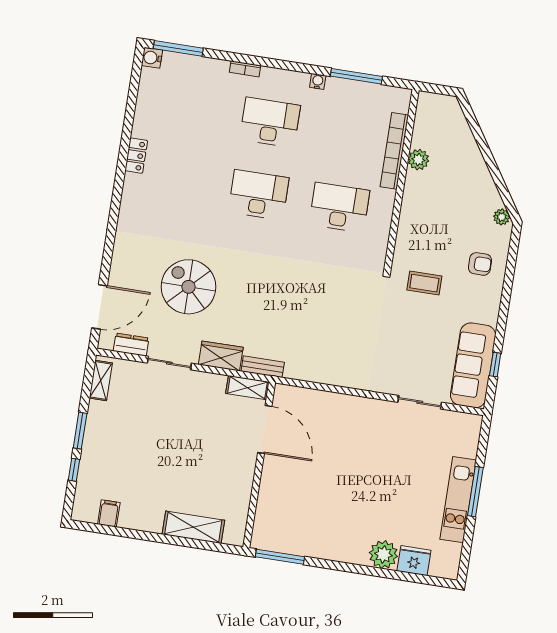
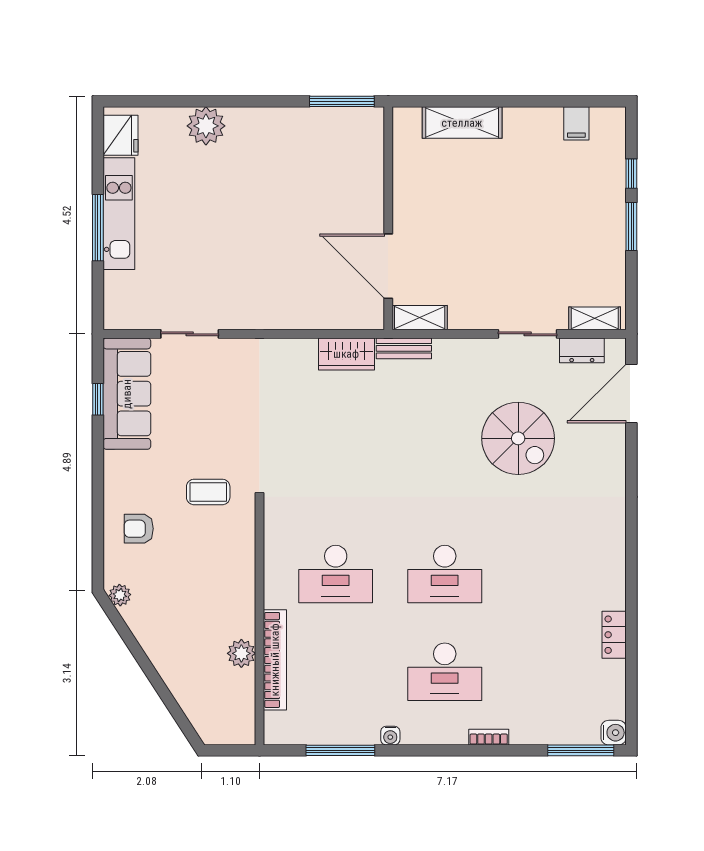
locker: (136, 156) -> (614, 635), moved
wardrobe: (221, 356) -> (346, 354), moved
shelving: (101, 380) -> (595, 318), moved, turned 90
fridge: (414, 561) -> (121, 135), moved, turned -90

